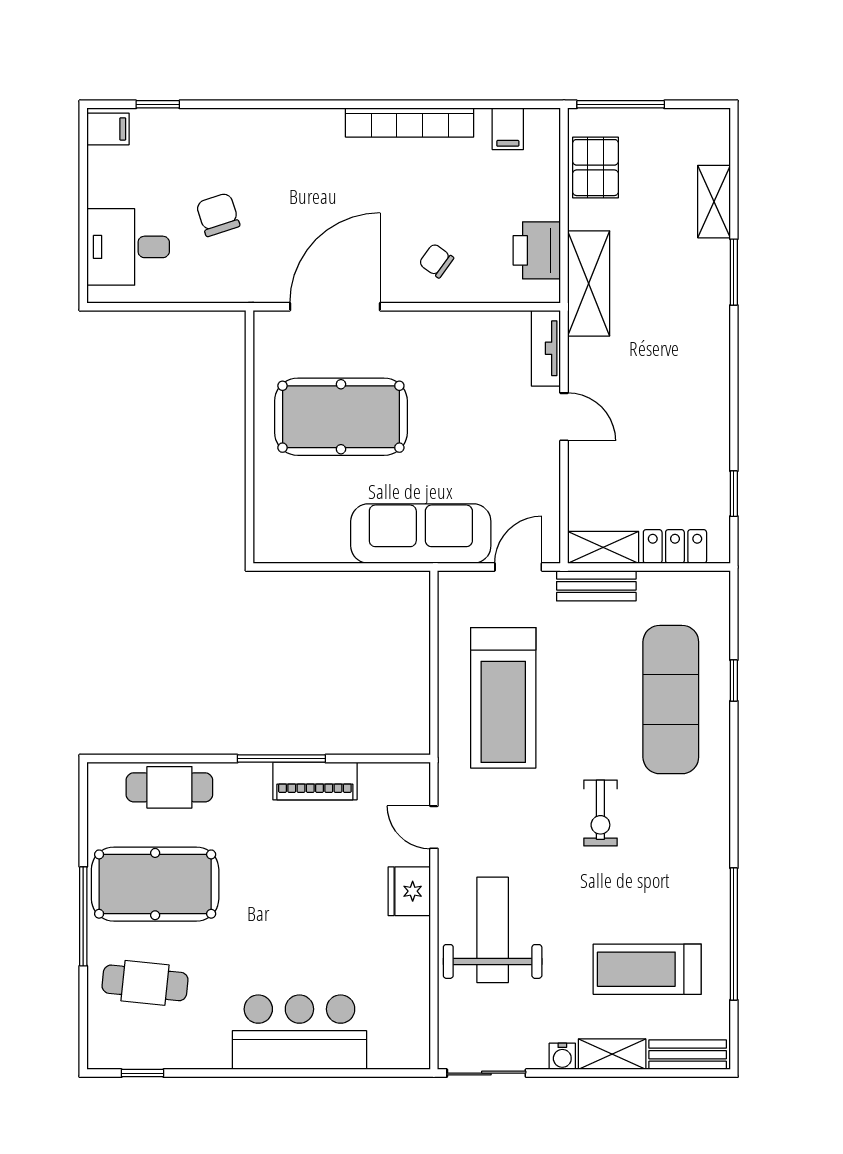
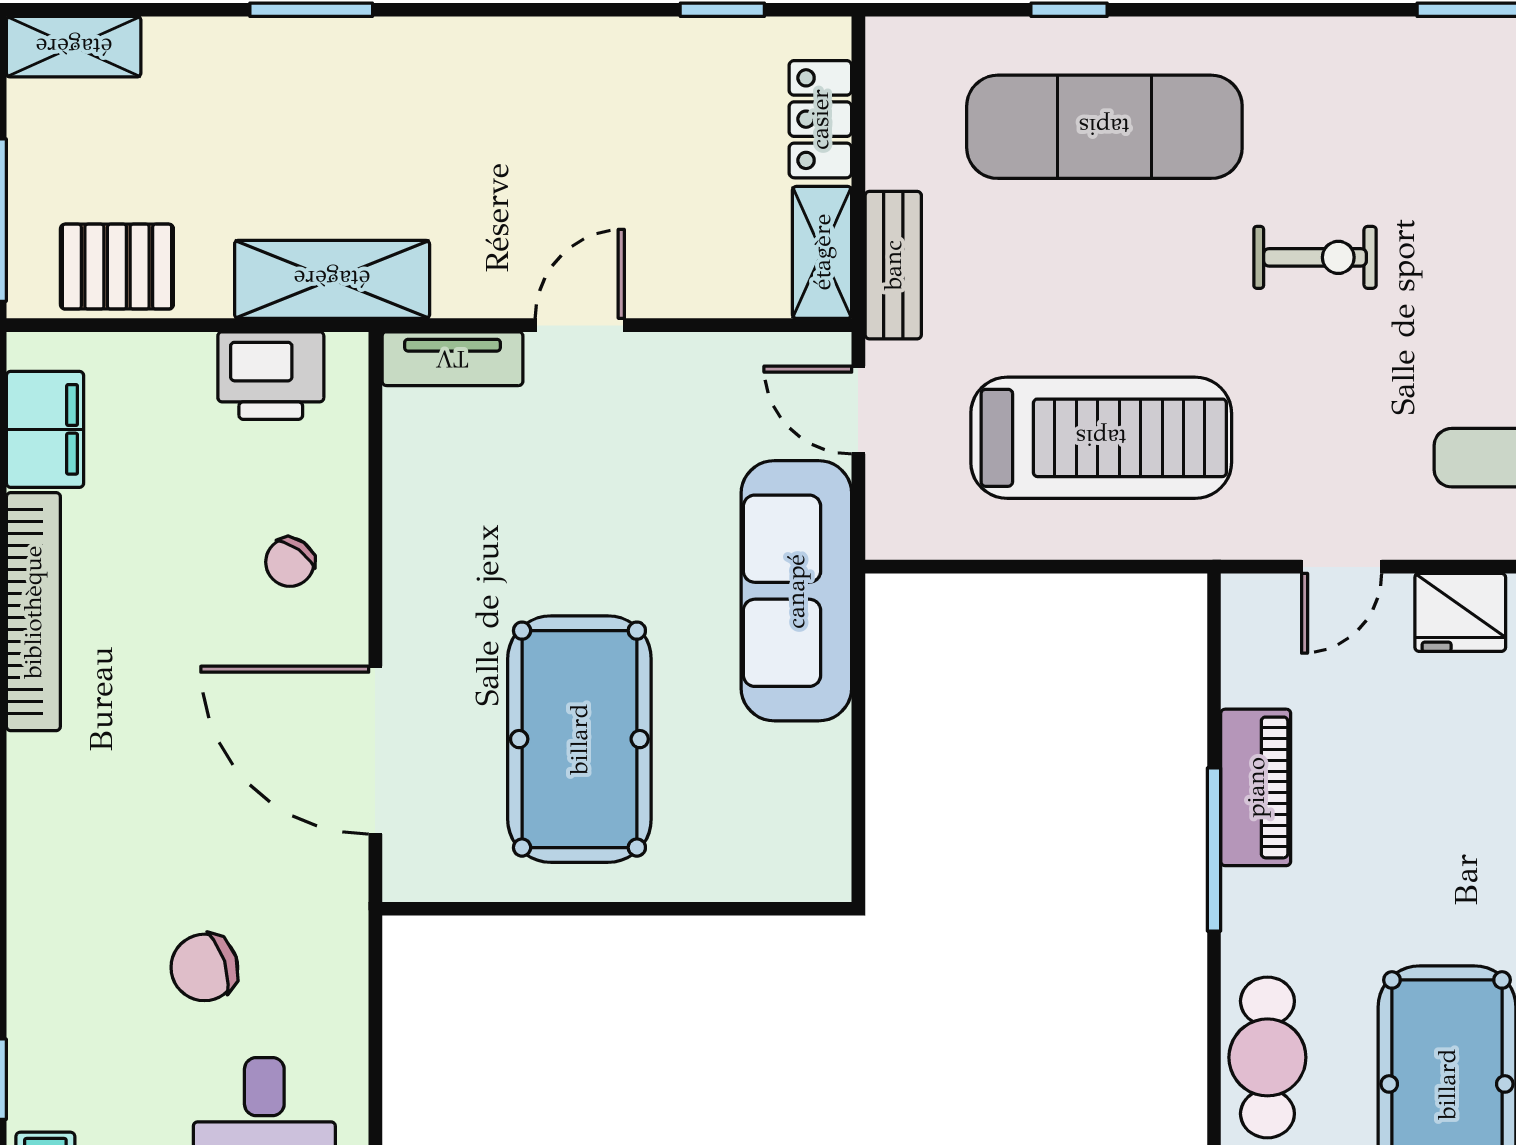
filing cabinet: (508, 129) -> (45, 429), width x2.00
shelving: (714, 202) -> (74, 47), moved

